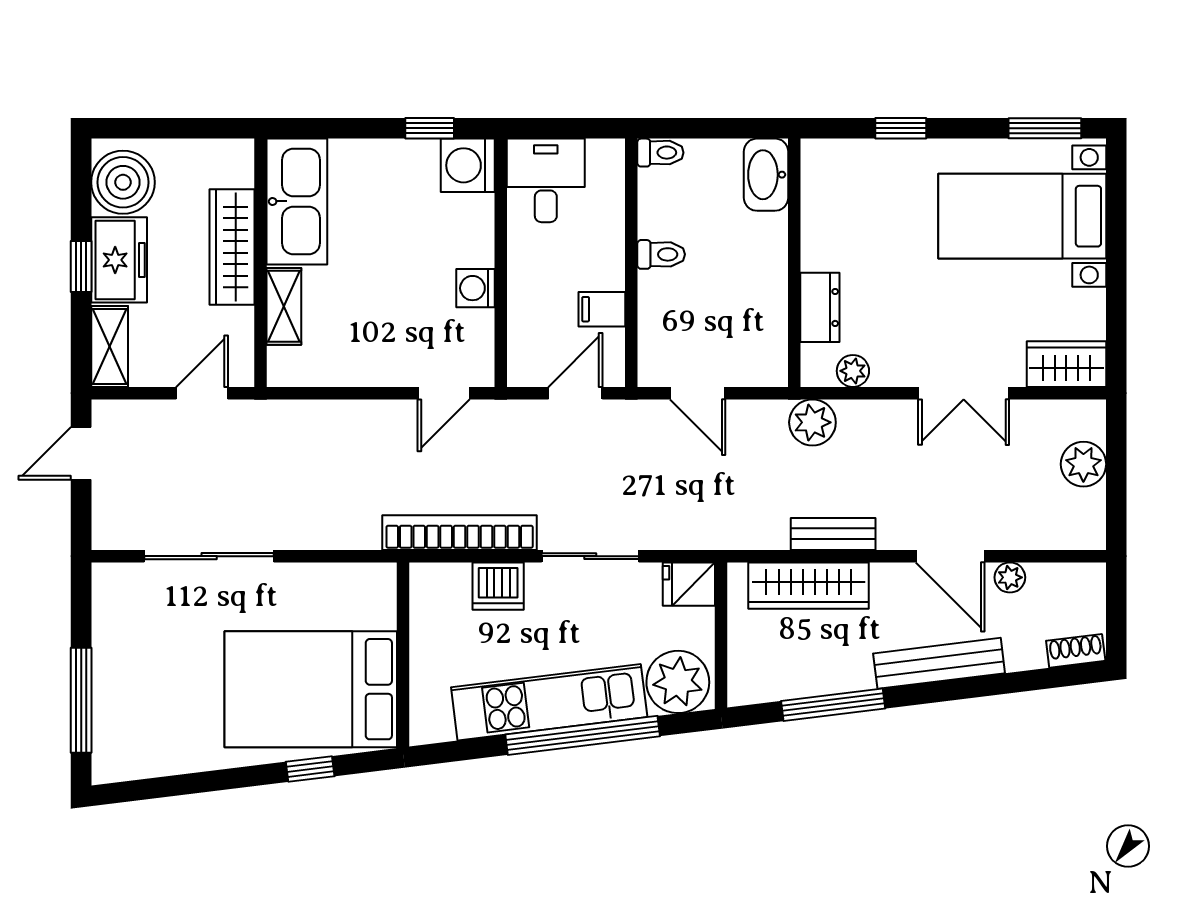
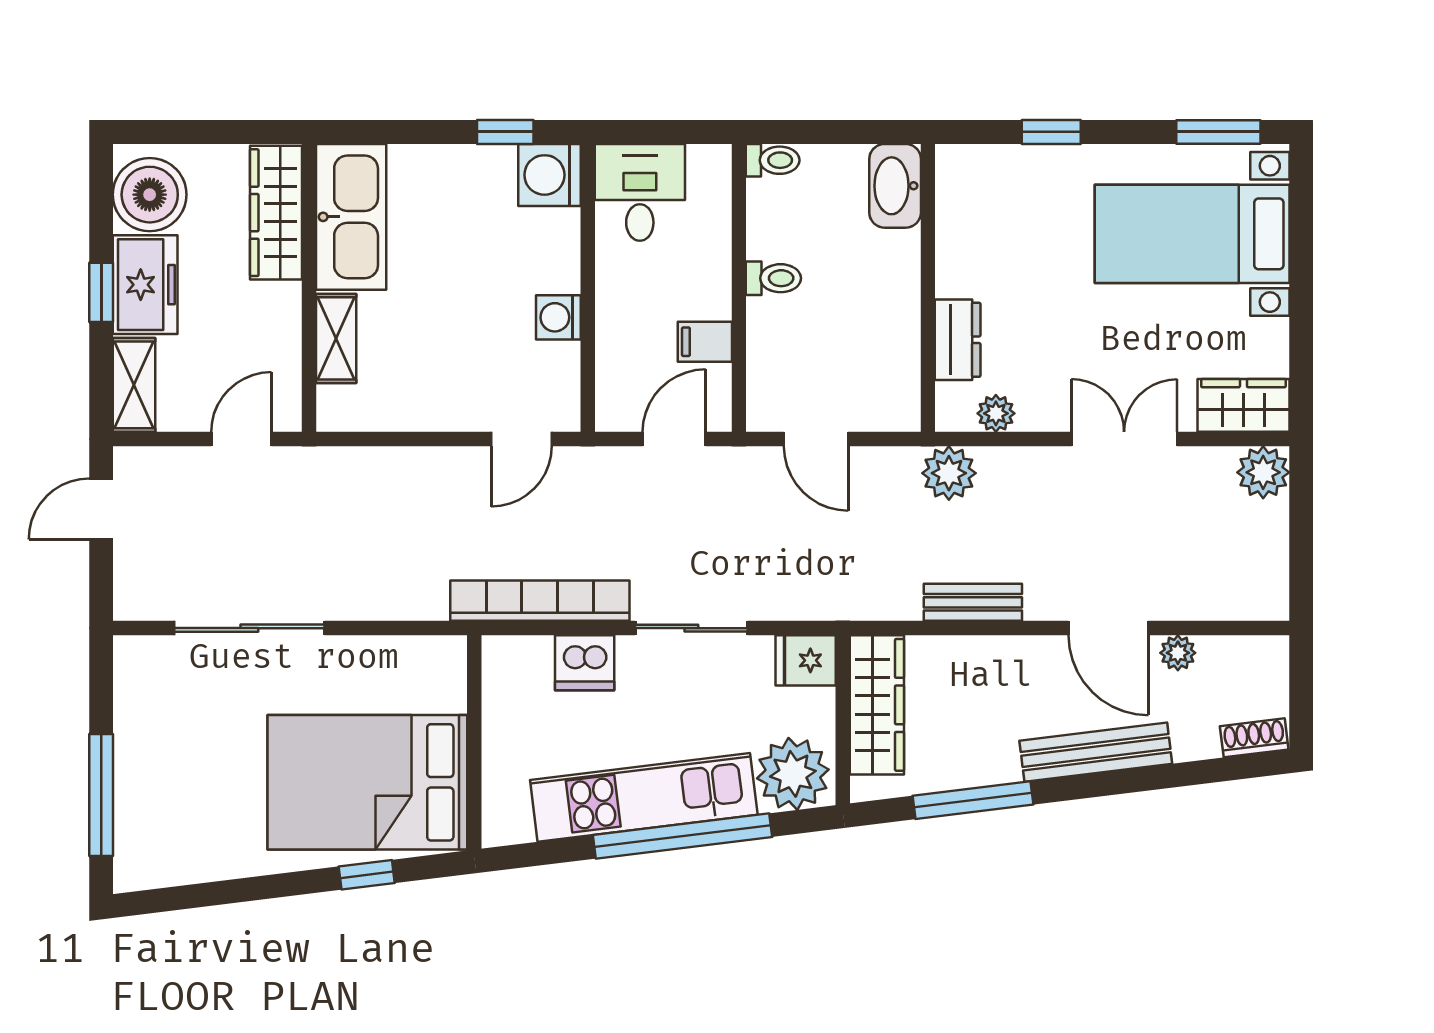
wardrobe: (232, 247) -> (276, 213), moved
double door: (964, 393) -> (1124, 439), swing flipped
plant: (1083, 464) -> (1263, 472), moved
wardrobe: (809, 586) -> (877, 705), moved, turned -90

